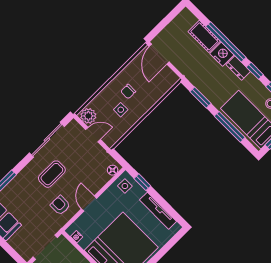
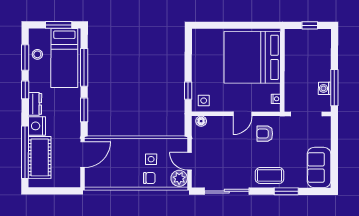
cot: (204, 36) -> (40, 157), width x1.37, depth x1.34
window: (226, 42) -> (25, 152), moved
door: (159, 54) -> (83, 155), moved
chair: (128, 91) -> (149, 178), moved
coffee table: (52, 174) -> (270, 175), moved
armchair: (60, 205) -> (265, 134), turned 90
tv unit: (158, 211) -> (198, 58), removed

